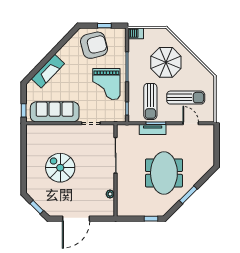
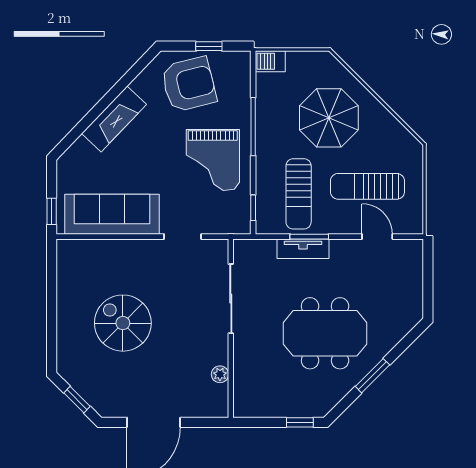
fireplace: (48, 71) -> (114, 119), moved
sun lounger: (186, 98) -> (367, 186), turned 180
meeting table: (164, 173) -> (325, 333), turned 90

